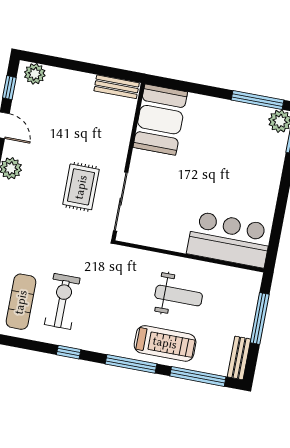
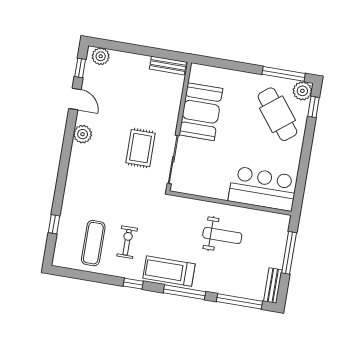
booth: (160, 120) -> (201, 112), moved
cafe table: (249, 149) -> (277, 114), added
exercise bike: (62, 301) -> (127, 242), width x0.73, depth x0.72
treadmill: (165, 343) -> (169, 271), moved, turned 180

